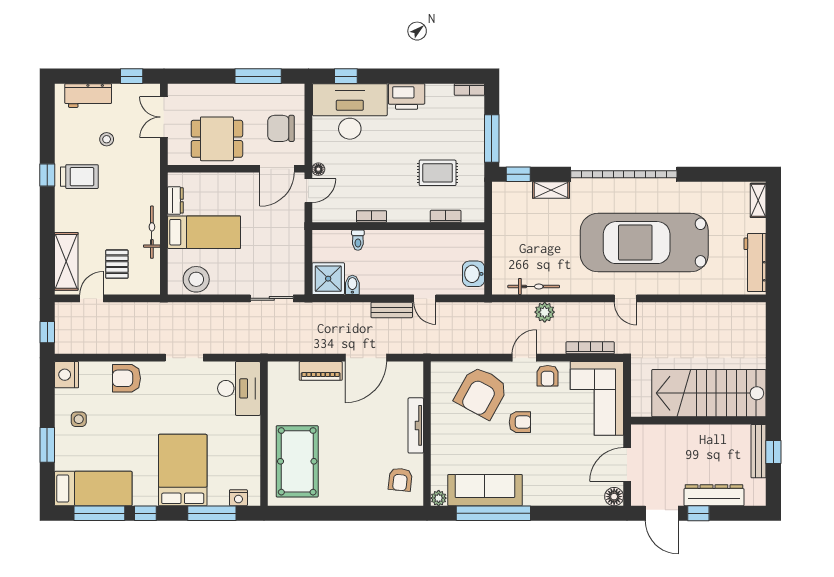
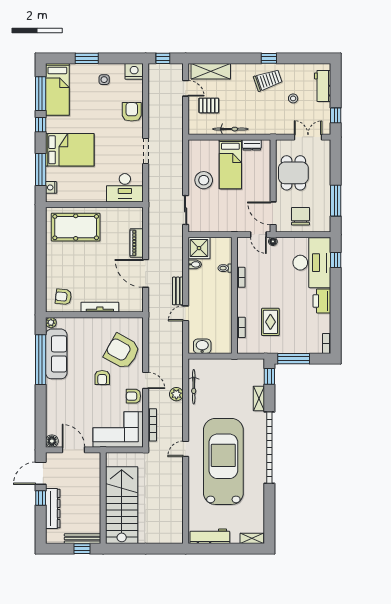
trolley: (79, 177) -> (268, 80), turned -109
stool: (196, 279) -> (204, 180), moved

